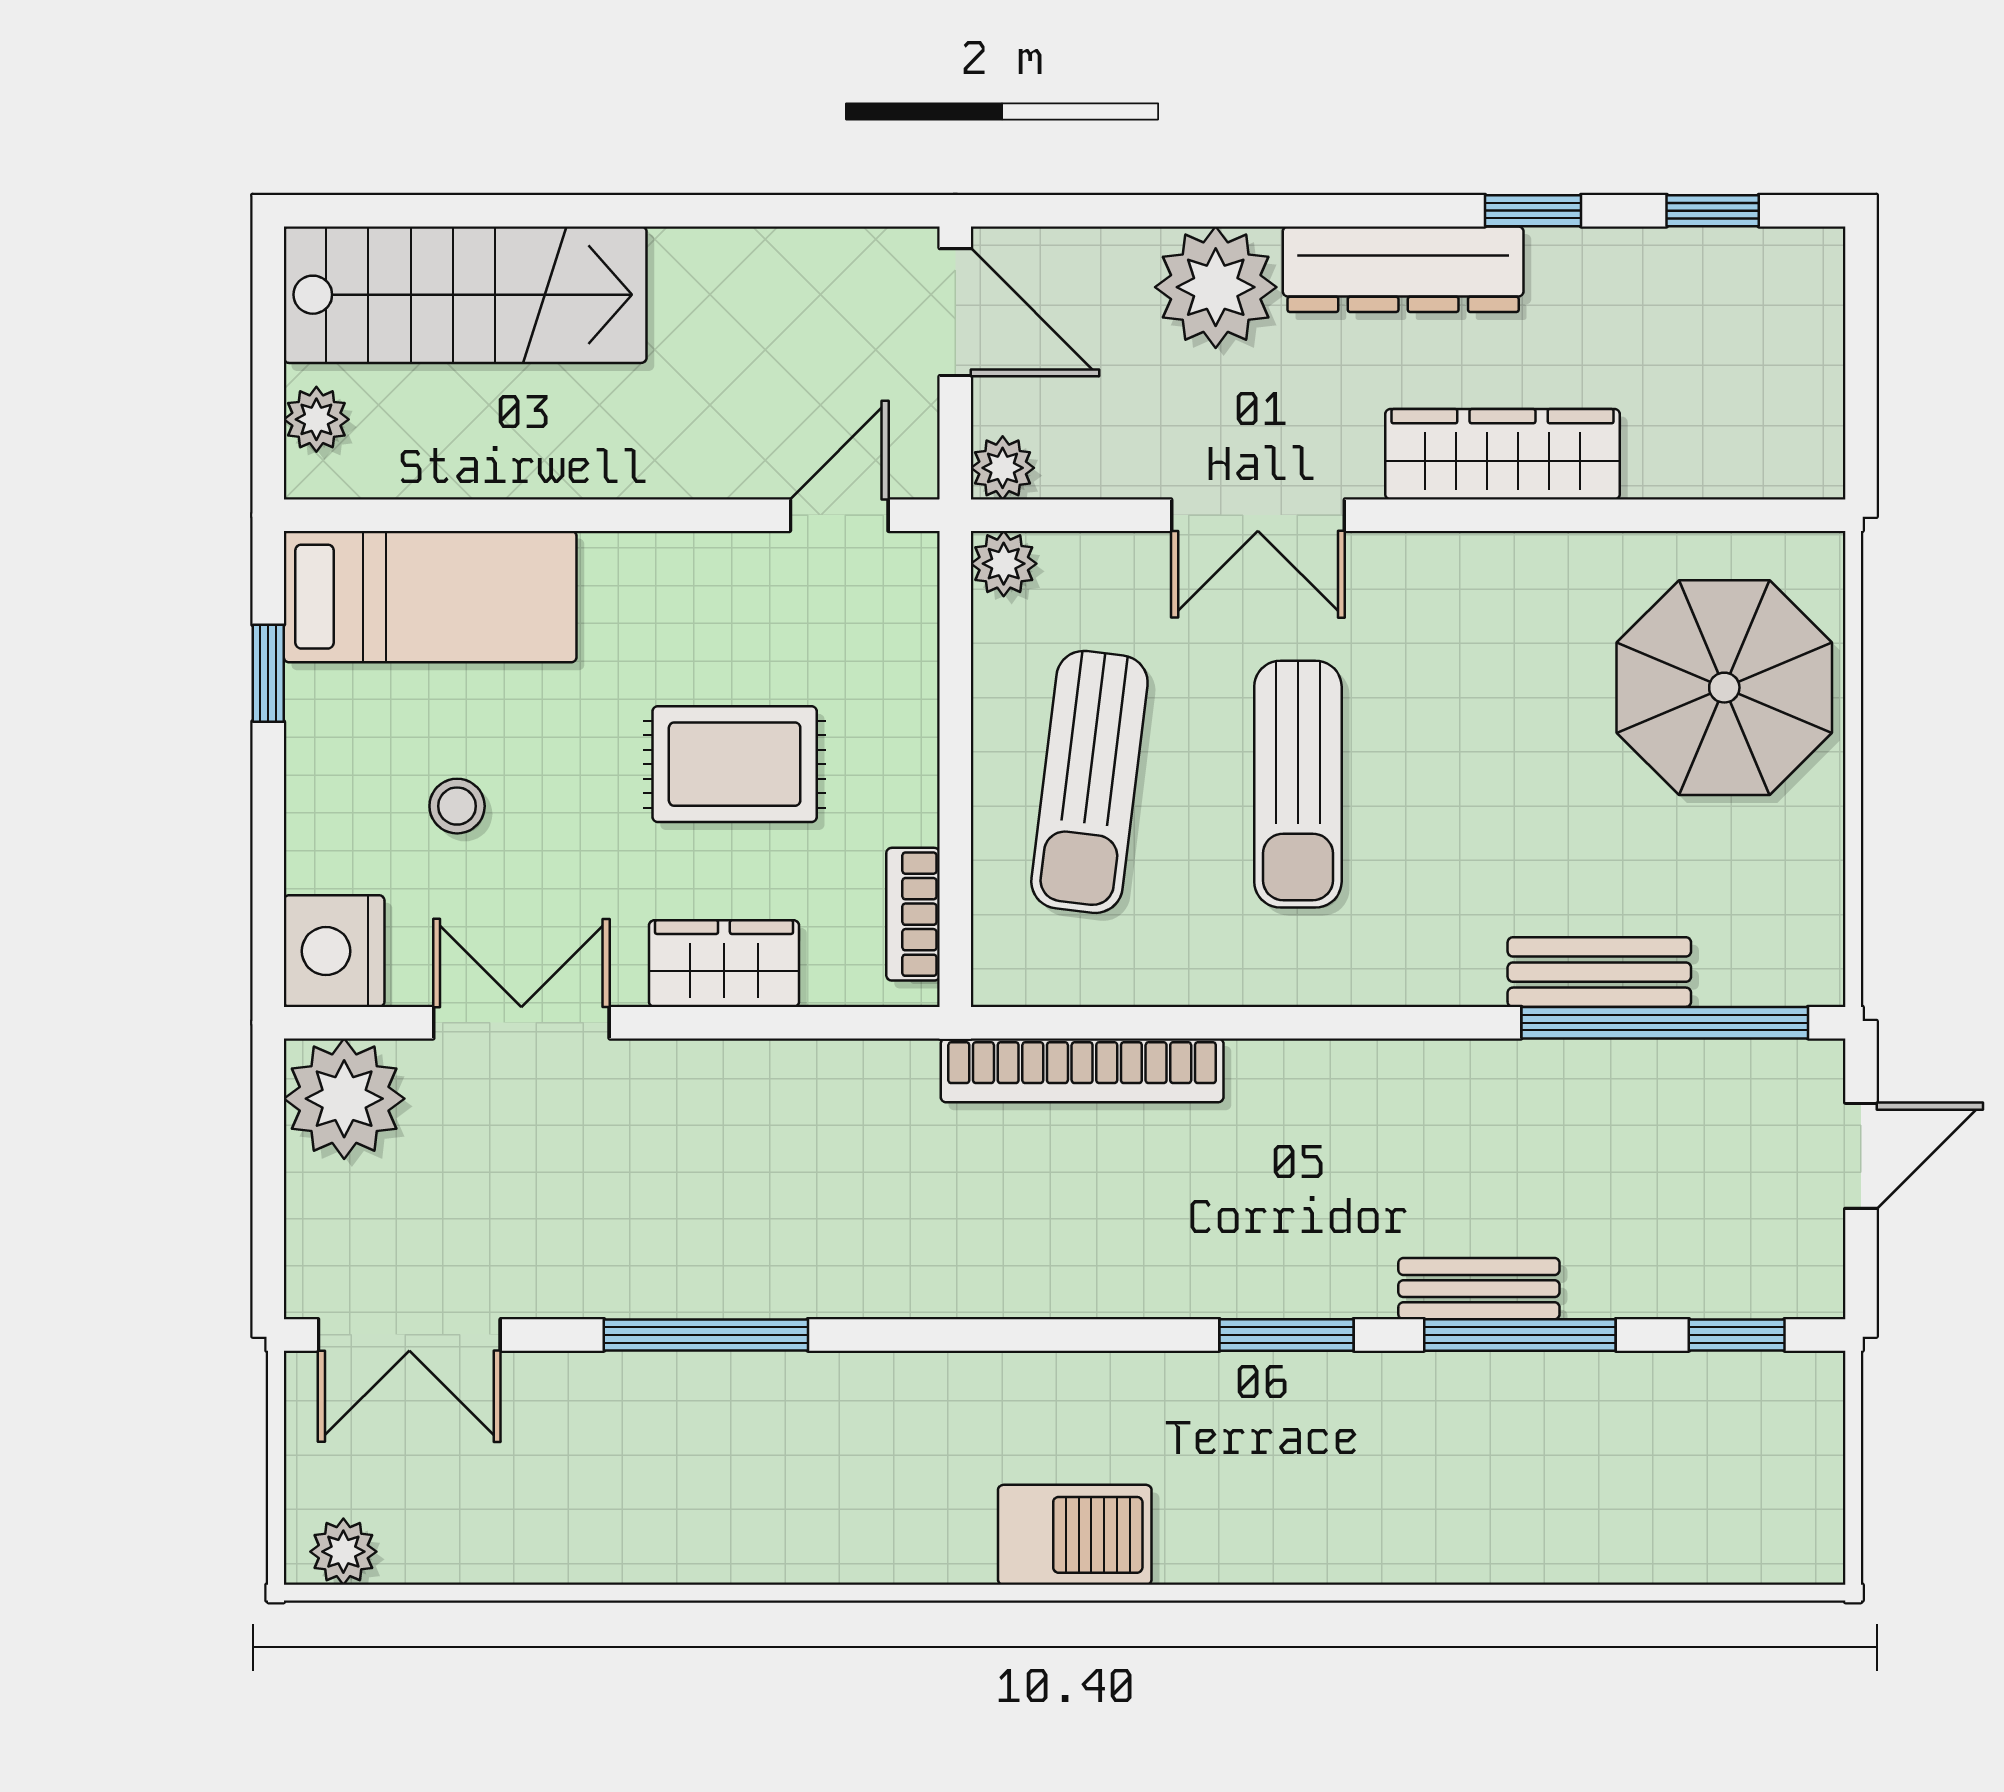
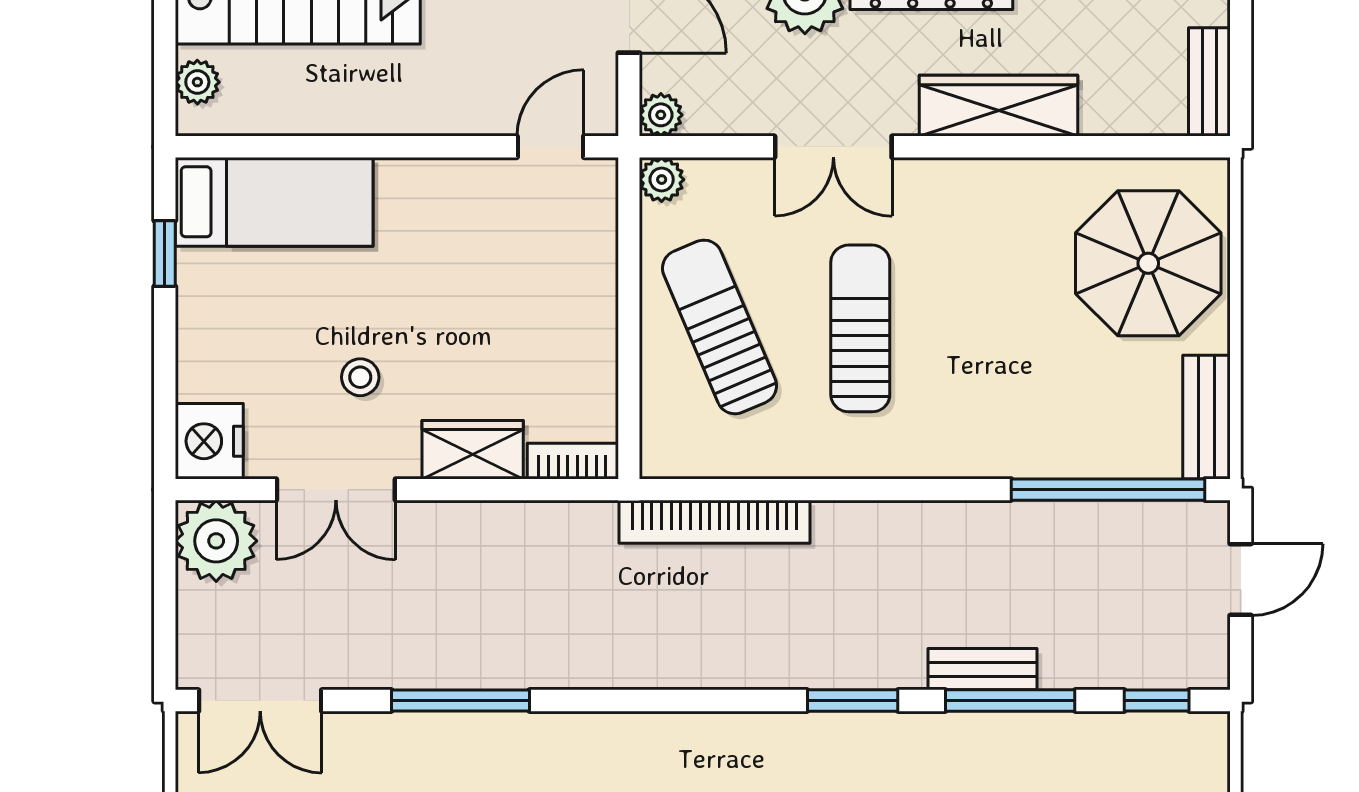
bench: (1815, 419) -> (1209, 82), added
rug: (735, 764) -> (480, 315), removed
sun lounger: (1089, 782) -> (719, 327), turned 150
sun lounger: (1298, 784) -> (860, 328), turned 180
stool: (457, 806) -> (360, 377), moved
bookcase: (913, 914) -> (572, 461), moved, turned 90
bench: (1599, 972) -> (1206, 417), moved, turned 90
double door: (521, 1023) -> (336, 490), swing flipped

